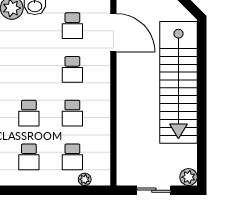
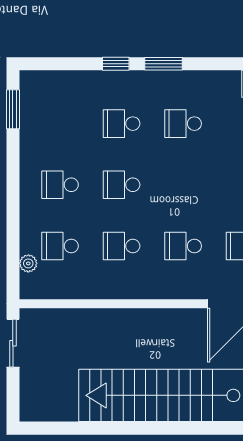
plant: (189, 177) -> (31, 410), removed
sliding door: (154, 190) -> (13, 343), moved

